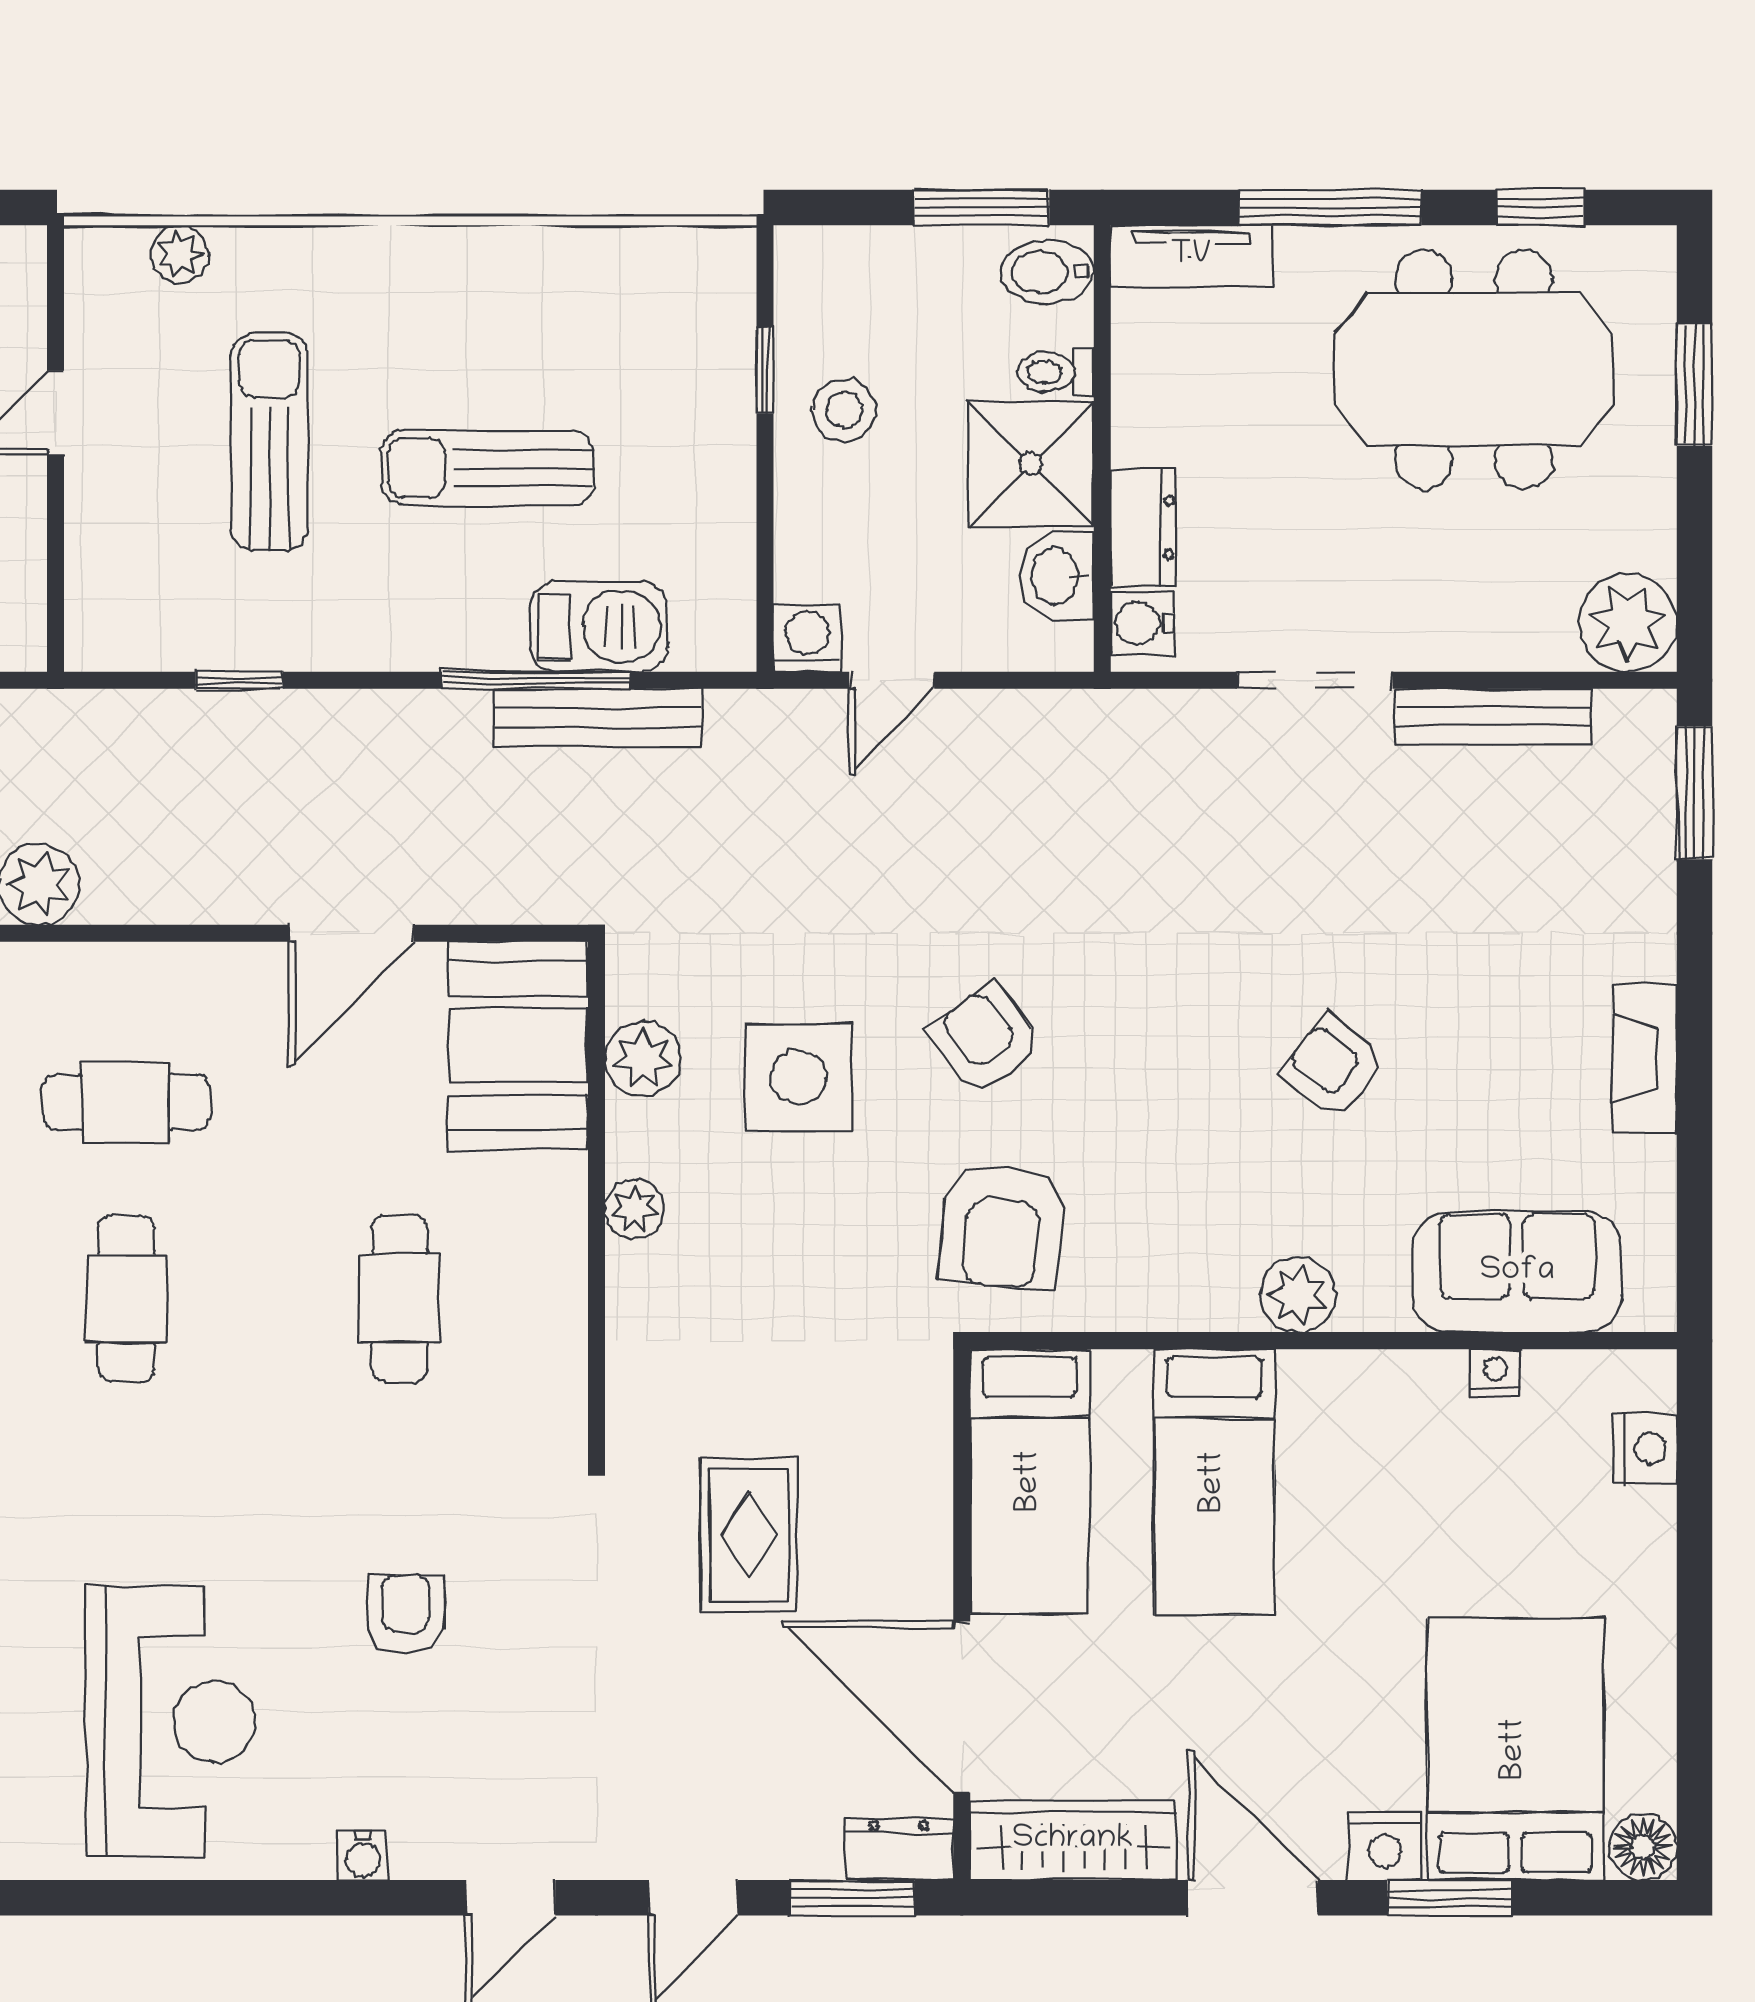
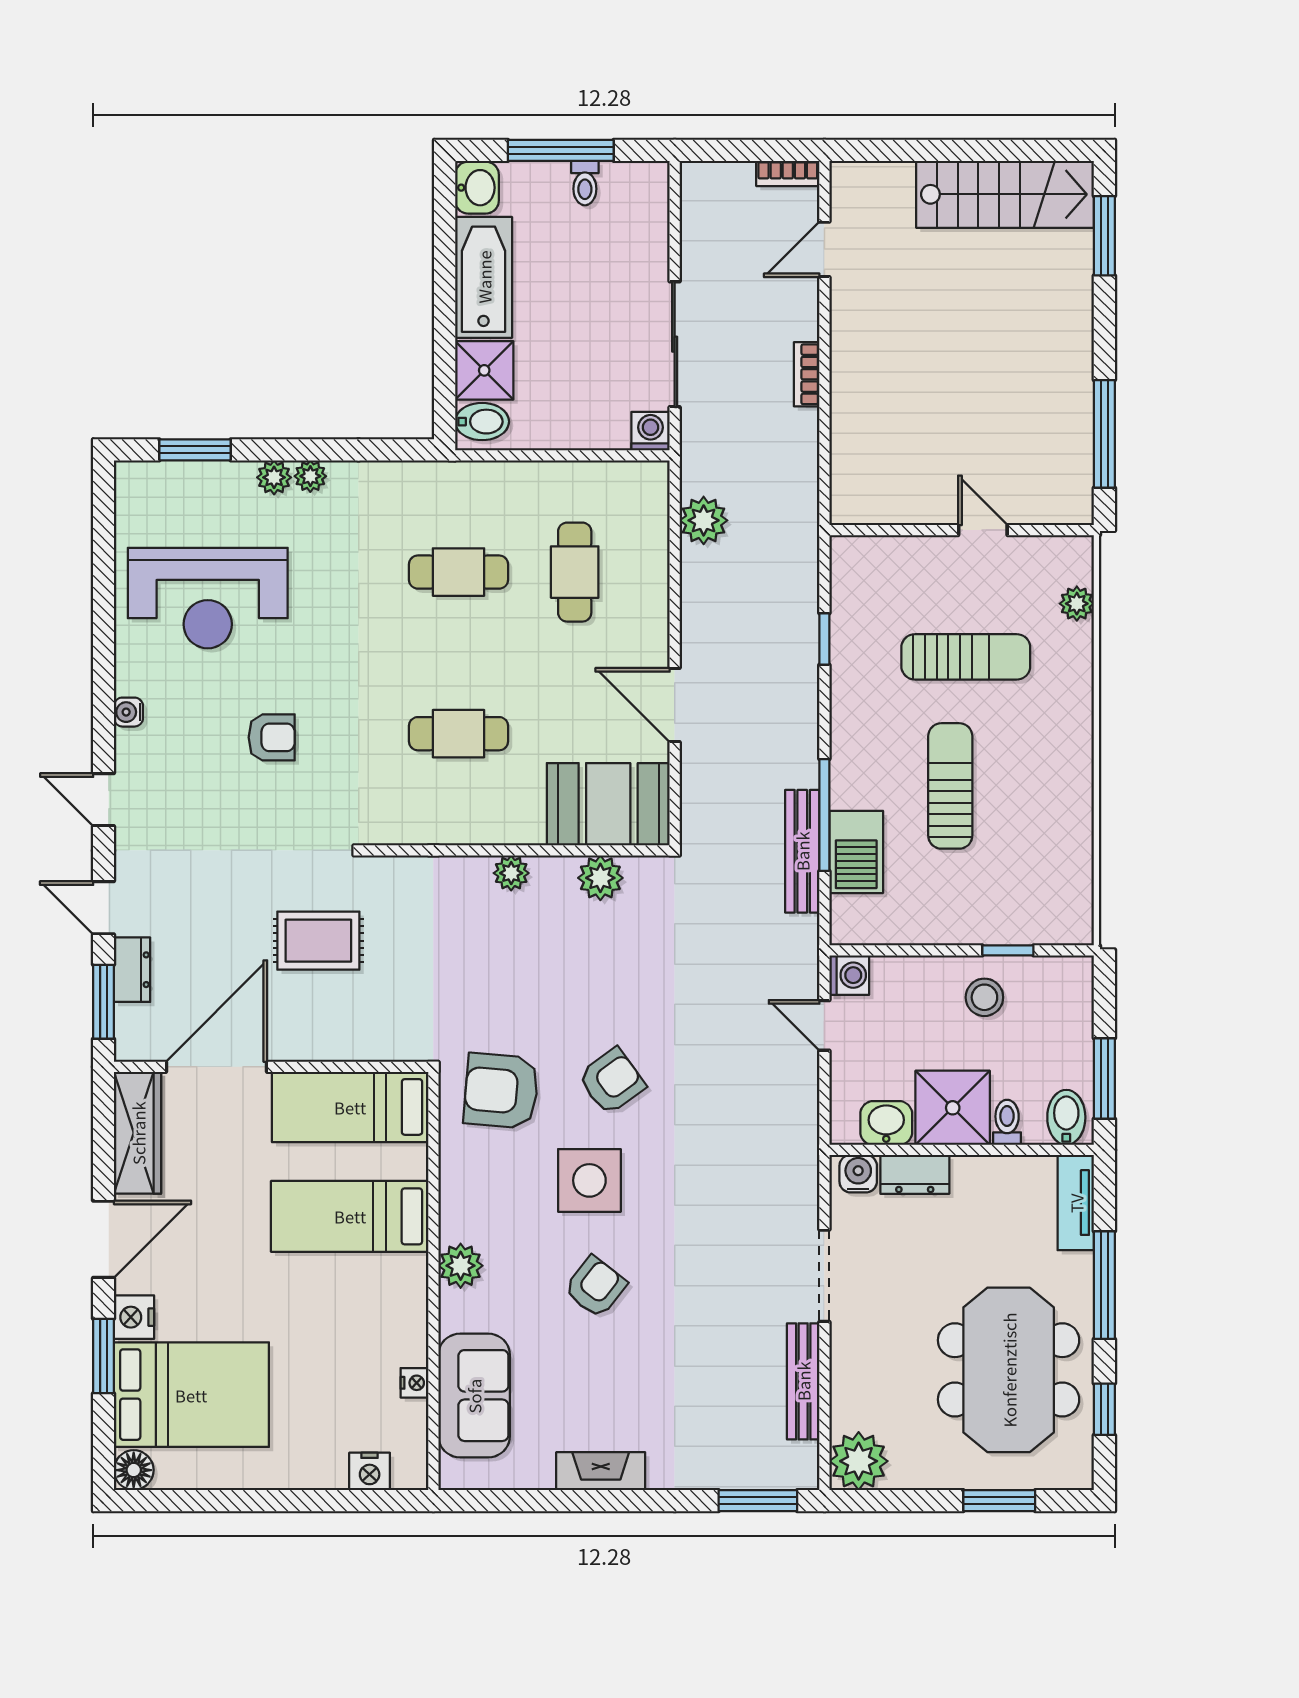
side table: (799, 1077) -> (589, 1180), moved
dresser: (899, 1850) -> (132, 970), moved

